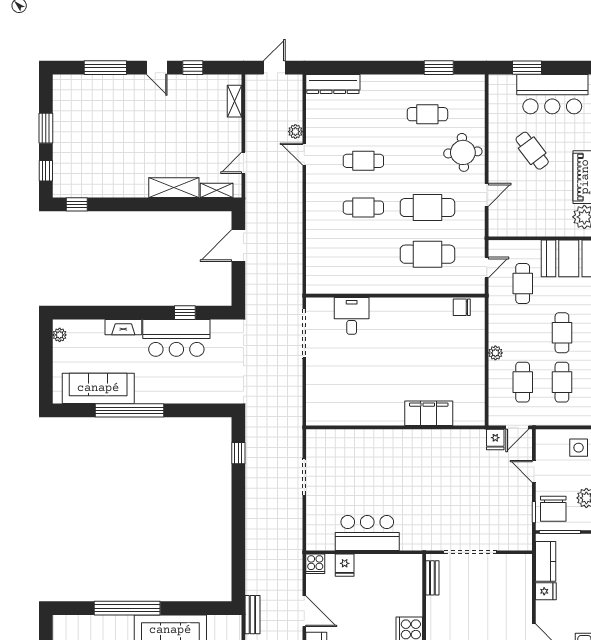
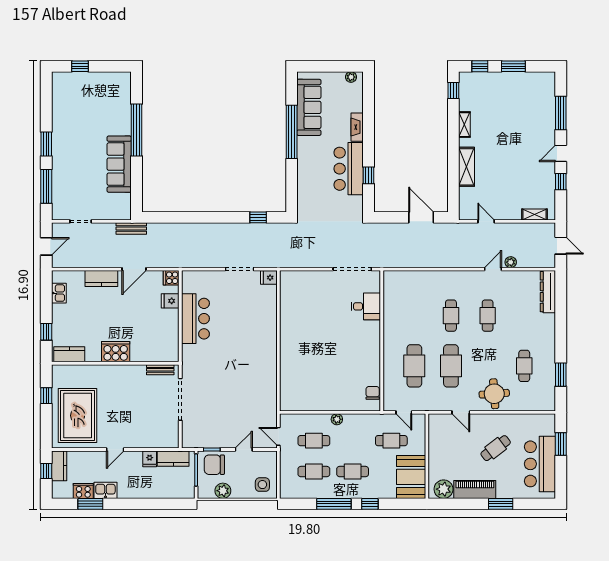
shelving: (217, 190) -> (464, 125), moved
filing cabinet: (429, 413) -> (289, 367), removed
fridge: (495, 439) -> (269, 278), moved

